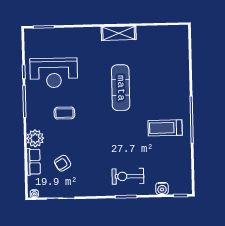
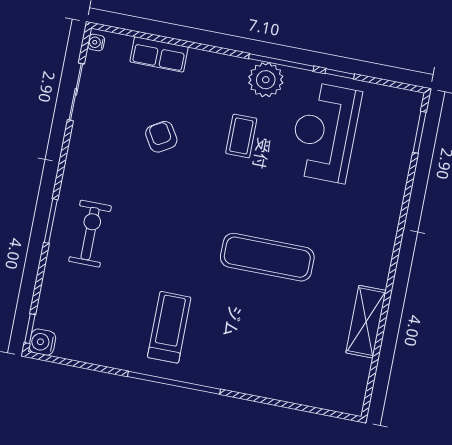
shelving: (119, 33) -> (366, 322), moved
plant: (35, 138) -> (266, 80), moved
armchair: (63, 163) -> (161, 137), moved
water cooler: (162, 188) -> (42, 342), moved

